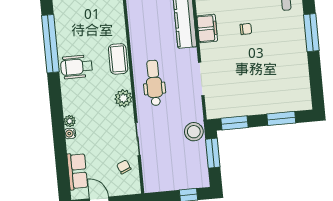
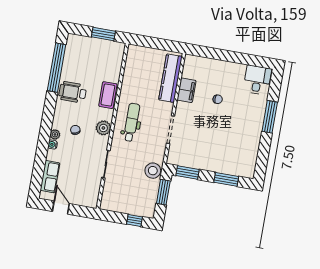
chair: (124, 167) -> (75, 130), moved

